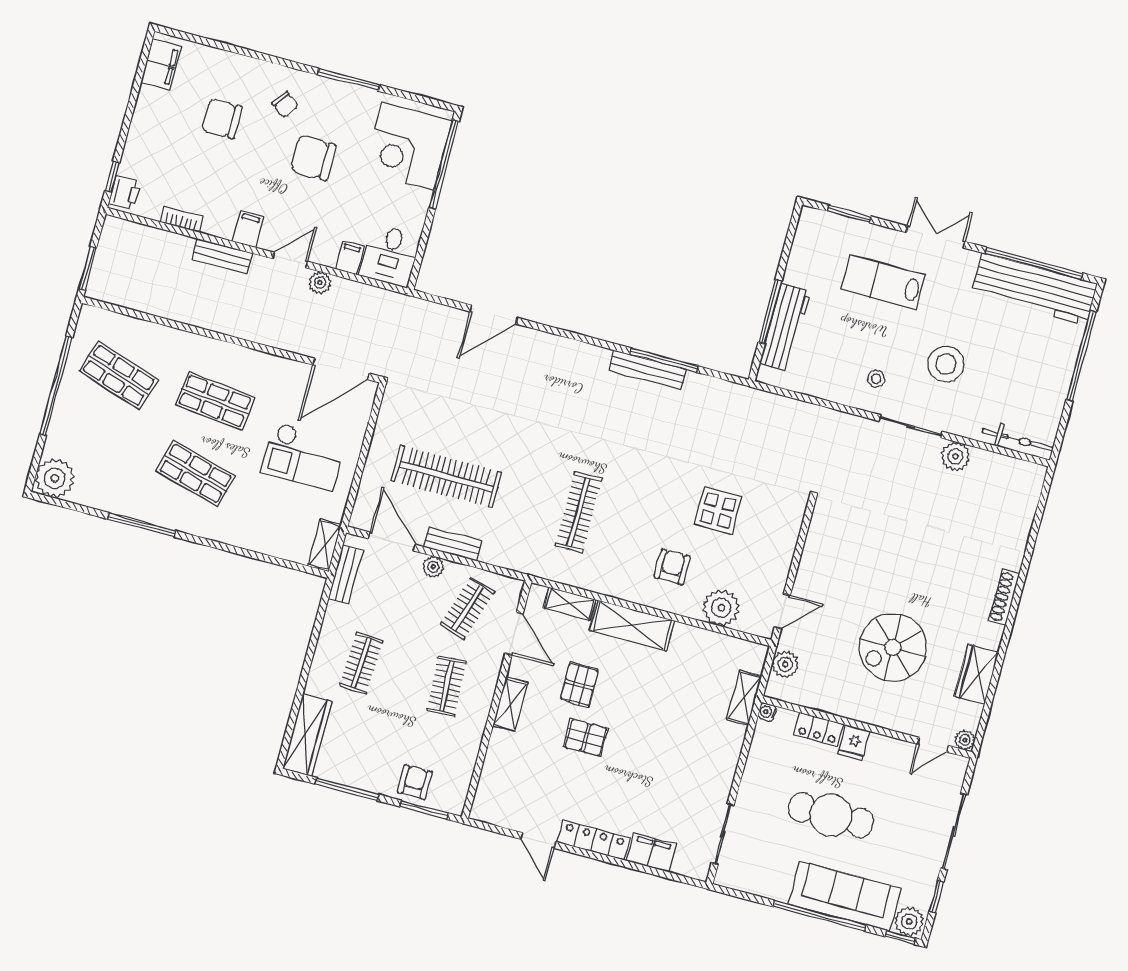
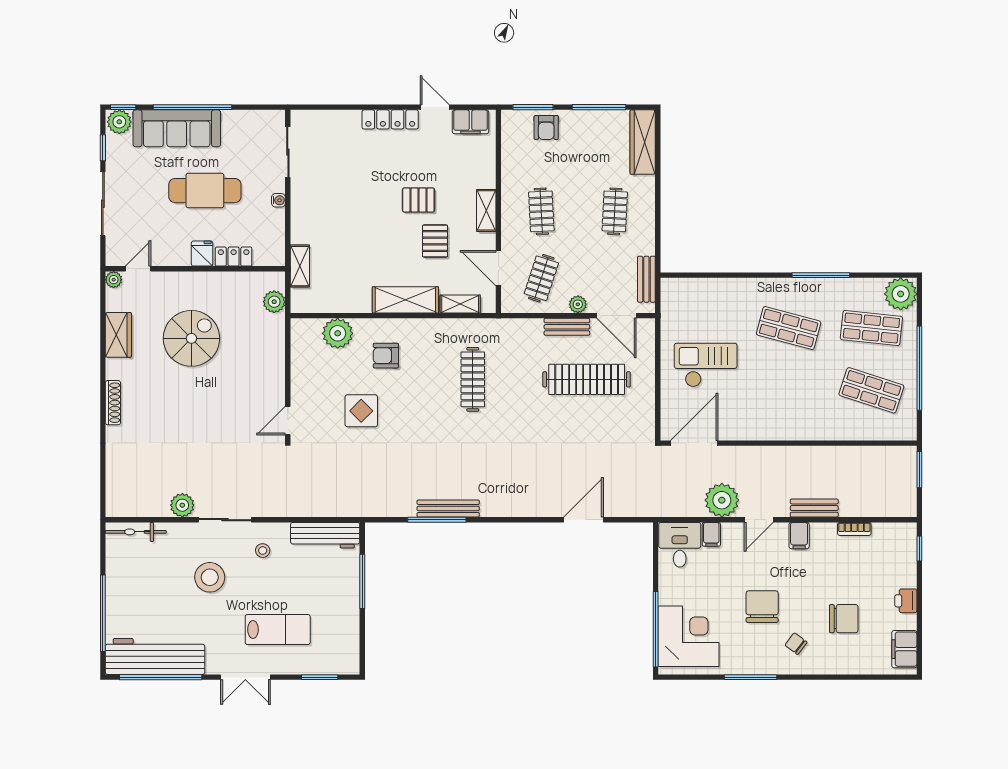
chair: (313, 158) -> (762, 607), turned -90
printer: (125, 193) -> (906, 601), moved
plant: (320, 283) -> (722, 500), width x1.88, depth x1.88
workbench: (785, 327) -> (325, 535), moved, turned -90
shop shelf: (215, 401) -> (871, 328), moved
shelving: (325, 545) -> (670, 298), removed
armchair: (672, 567) -> (386, 356), turned 90
door: (782, 611) -> (288, 421), moved
water cooler: (767, 712) -> (278, 200), moved
filing cabinet: (651, 852) -> (471, 122), moved

